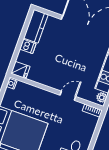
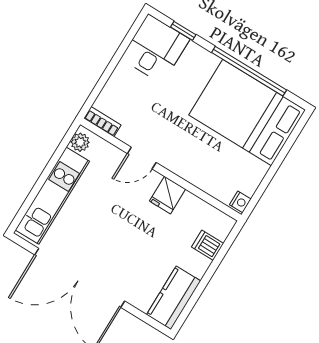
dishwasher: (28, 46) -> (208, 245), moved
fridge: (20, 70) -> (167, 195), moved, turned -90

